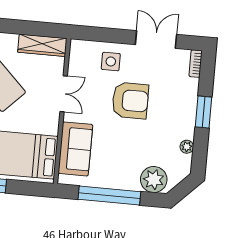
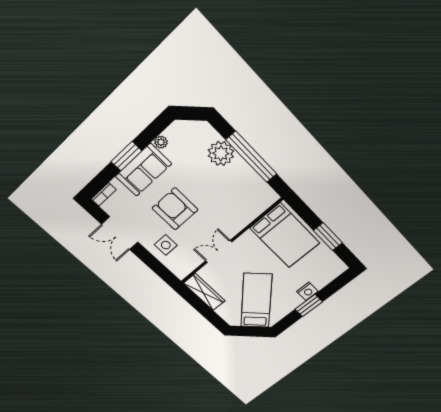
sofa: (75, 149) -> (143, 170), moved, turned 180
plant: (154, 180) -> (221, 153), moved

